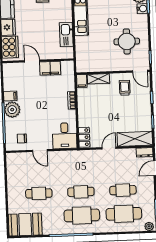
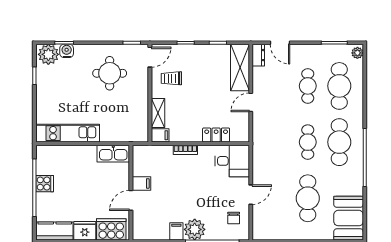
kitchen sink: (66, 35) -> (113, 154), moved
filing cabinet: (50, 68) -> (141, 183), width x0.50
locker: (84, 137) -> (216, 135), moved
door: (109, 148) -> (251, 102), hinge flipped
cafe table: (39, 193) -> (308, 198), width x1.37, depth x1.35

